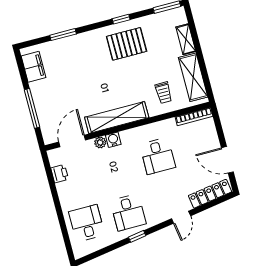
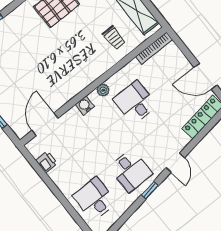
shelving: (117, 117) -> (79, 82), removed
plant: (100, 143) -> (103, 90), moved
desk: (158, 156) -> (135, 102), turned 180
door: (181, 217) -> (175, 163), moved

